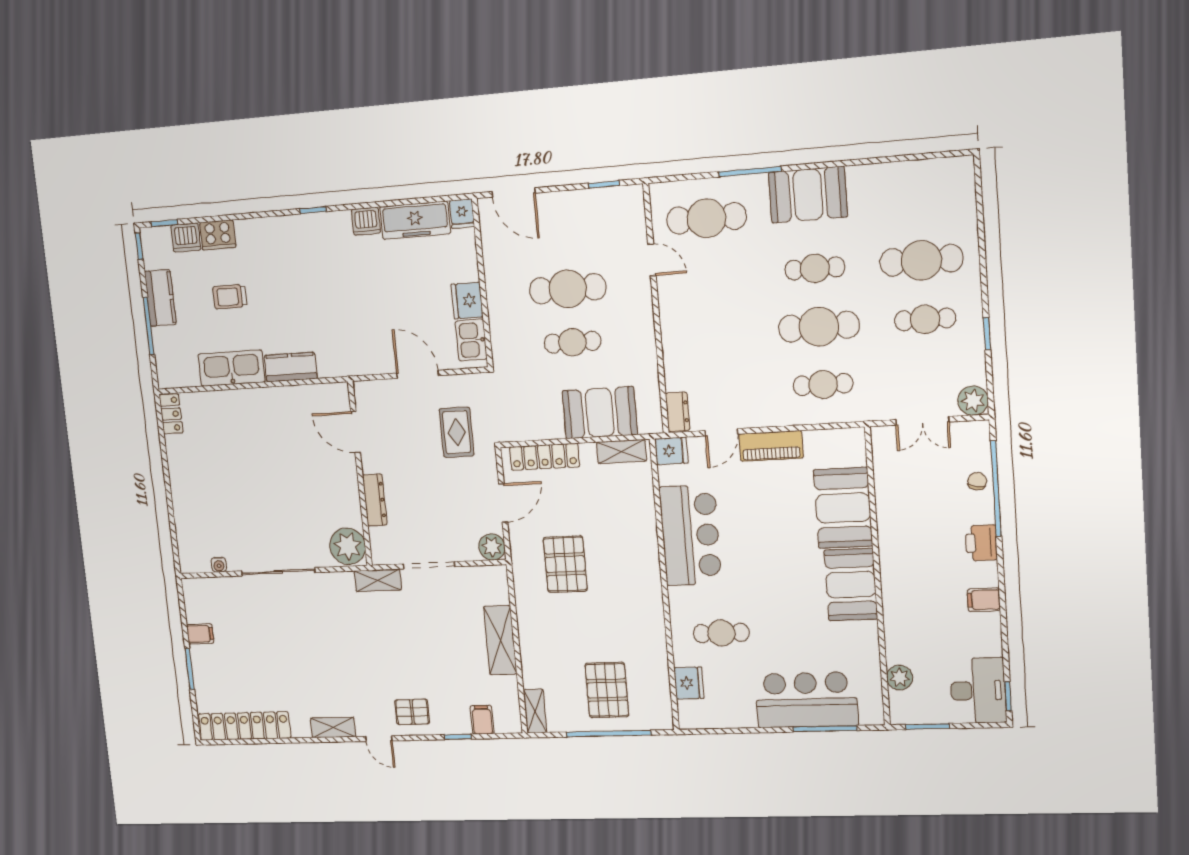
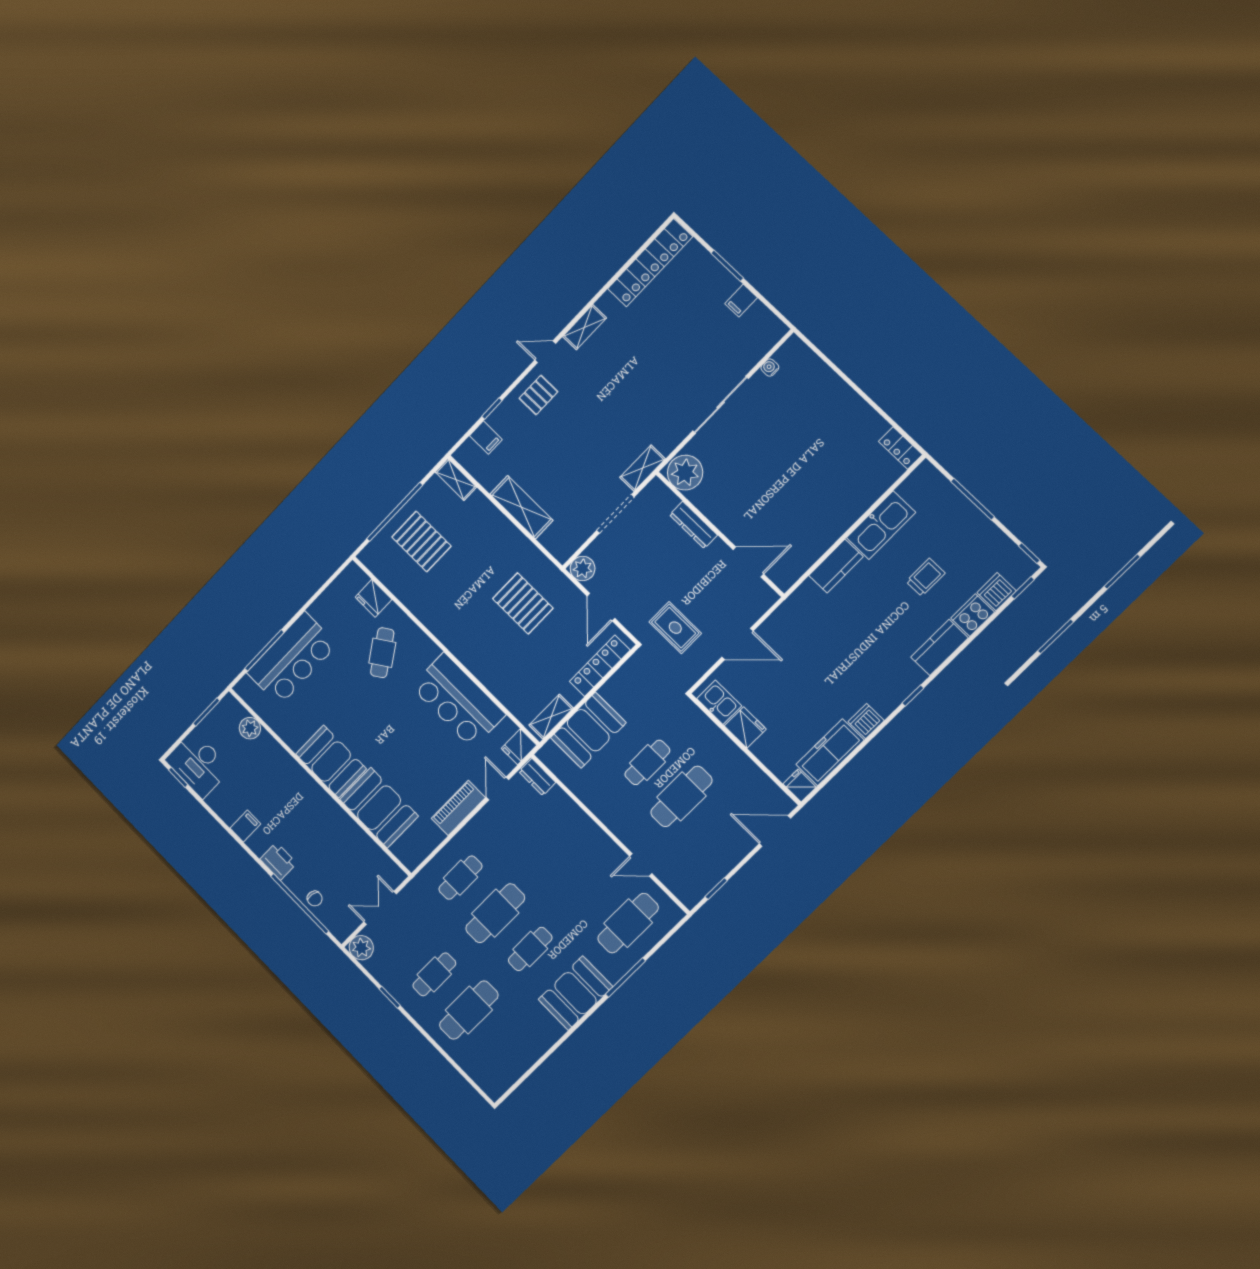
kitchen counter: (160, 298) -> (939, 647), moved, turned 90
cafe table: (721, 633) -> (382, 653), turned -34

